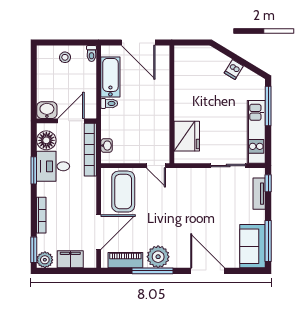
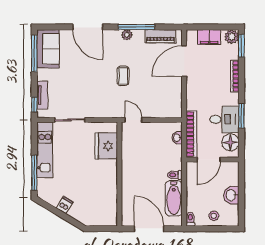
washbasin: (47, 110) -> (231, 195), moved, turned 90
coffee table: (123, 192) -> (123, 76), moved, width x0.54, depth x0.58
plant: (158, 257) -> (127, 35), width x0.53, depth x0.53

